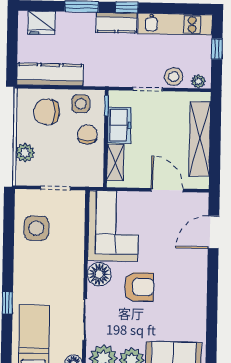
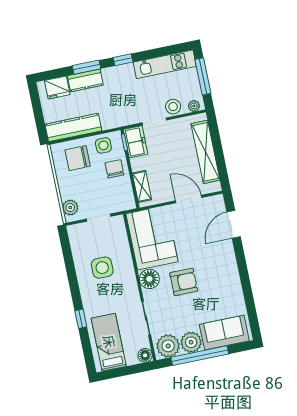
kitchen counter: (117, 23) -> (85, 80), moved
window: (217, 49) -> (203, 76), width x2.17
freezer: (119, 125) -> (136, 142), moved
plant: (25, 153) -> (70, 208), moved
side table: (36, 228) -> (102, 268), moved

